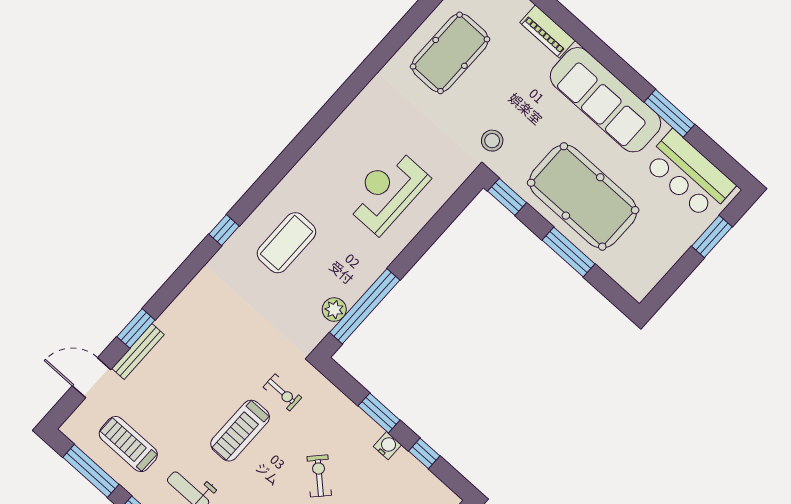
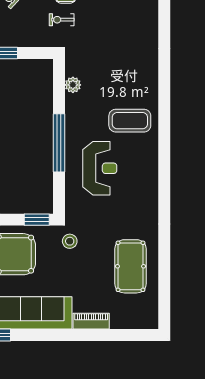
window: (224, 230) -> (164, 75), removed
coffee table: (286, 243) -> (130, 121), moved, turned 90
window: (365, 306) -> (59, 143), moved

